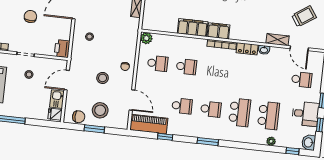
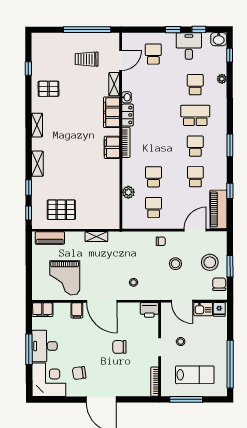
trolley: (304, 16) -> (87, 59), turned -56
filing cabinet: (193, 28) -> (112, 112), moved
plant: (146, 38) -> (128, 192), moved
school desk: (268, 116) -> (195, 85), width x0.54

